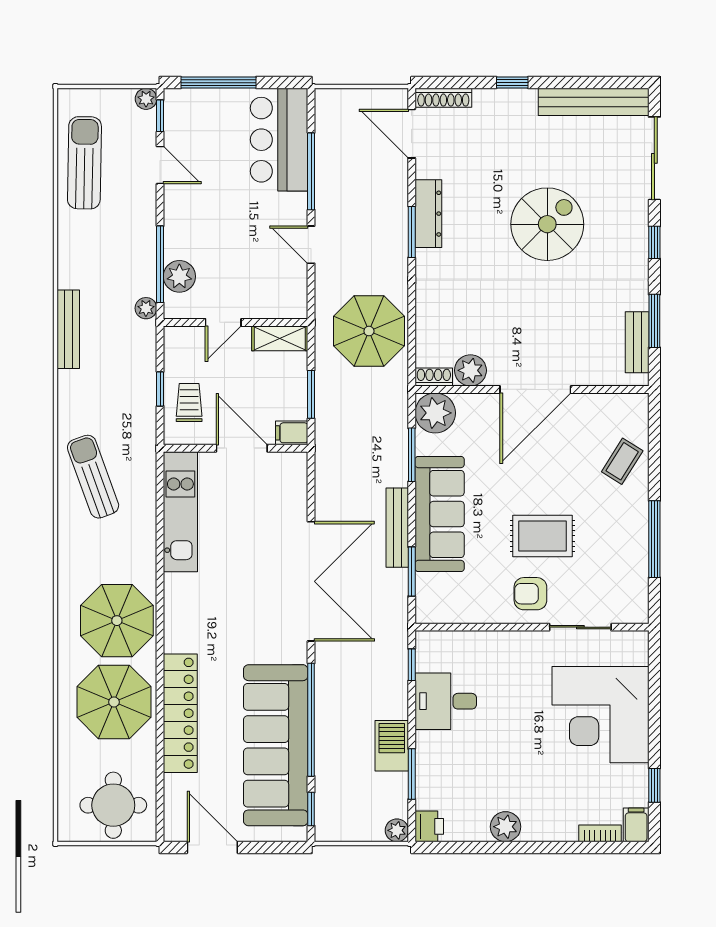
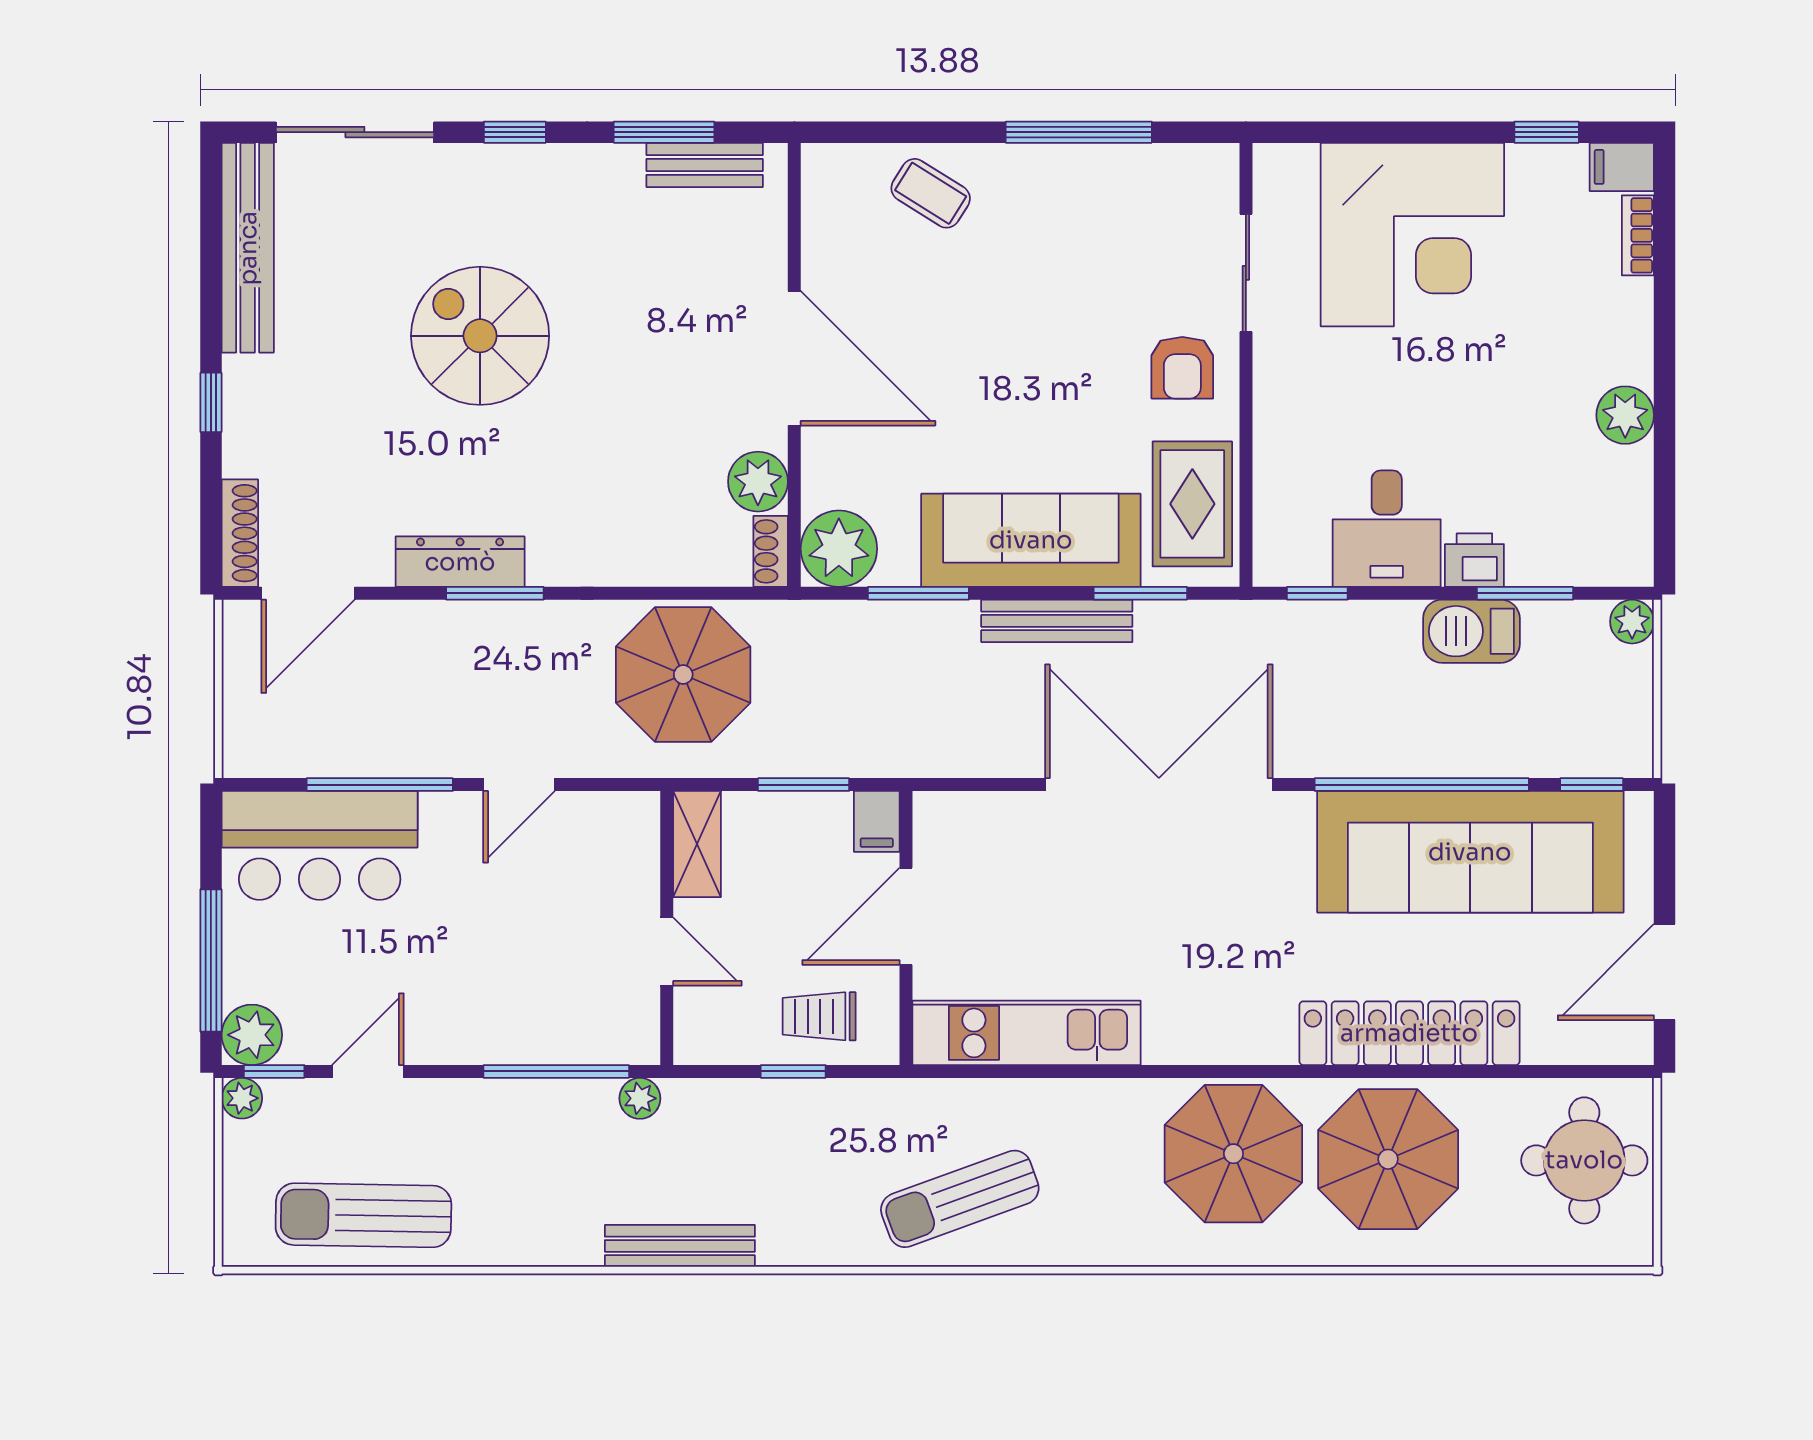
plant: (179, 276) -> (252, 1035), moved
rug: (543, 536) -> (1192, 504), moved
printer: (429, 826) -> (1474, 560), moved

